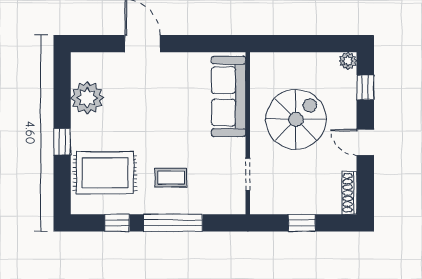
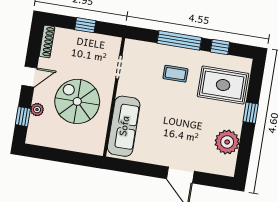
plant: (348, 61) -> (37, 110), moved
spiral stairs: (296, 119) -> (77, 101), turned 90
door: (365, 142) -> (29, 77), hinge flipped

